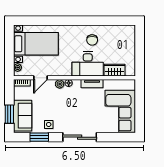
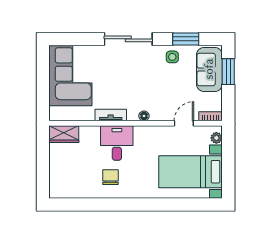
desk: (88, 64) -> (117, 143), width x0.73
wardrobe: (115, 70) -> (64, 134), moved
plant: (60, 84) -> (157, 114), removed

